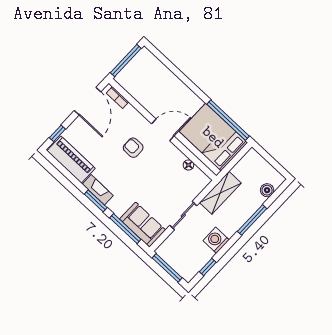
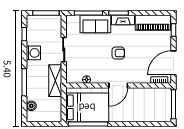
door: (88, 101) -> (174, 63), hinge flipped
armchair: (133, 148) -> (118, 53), moved
sofa: (143, 225) -> (95, 24), moved

